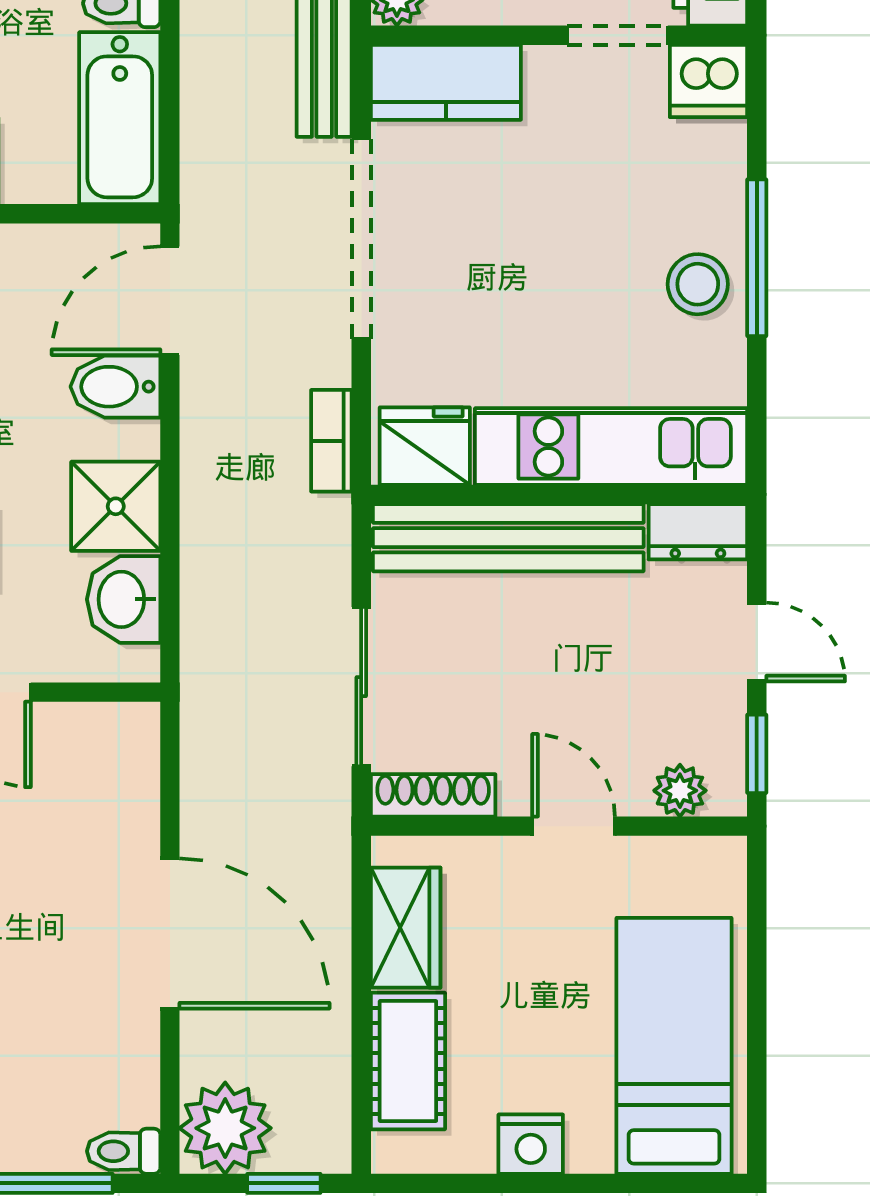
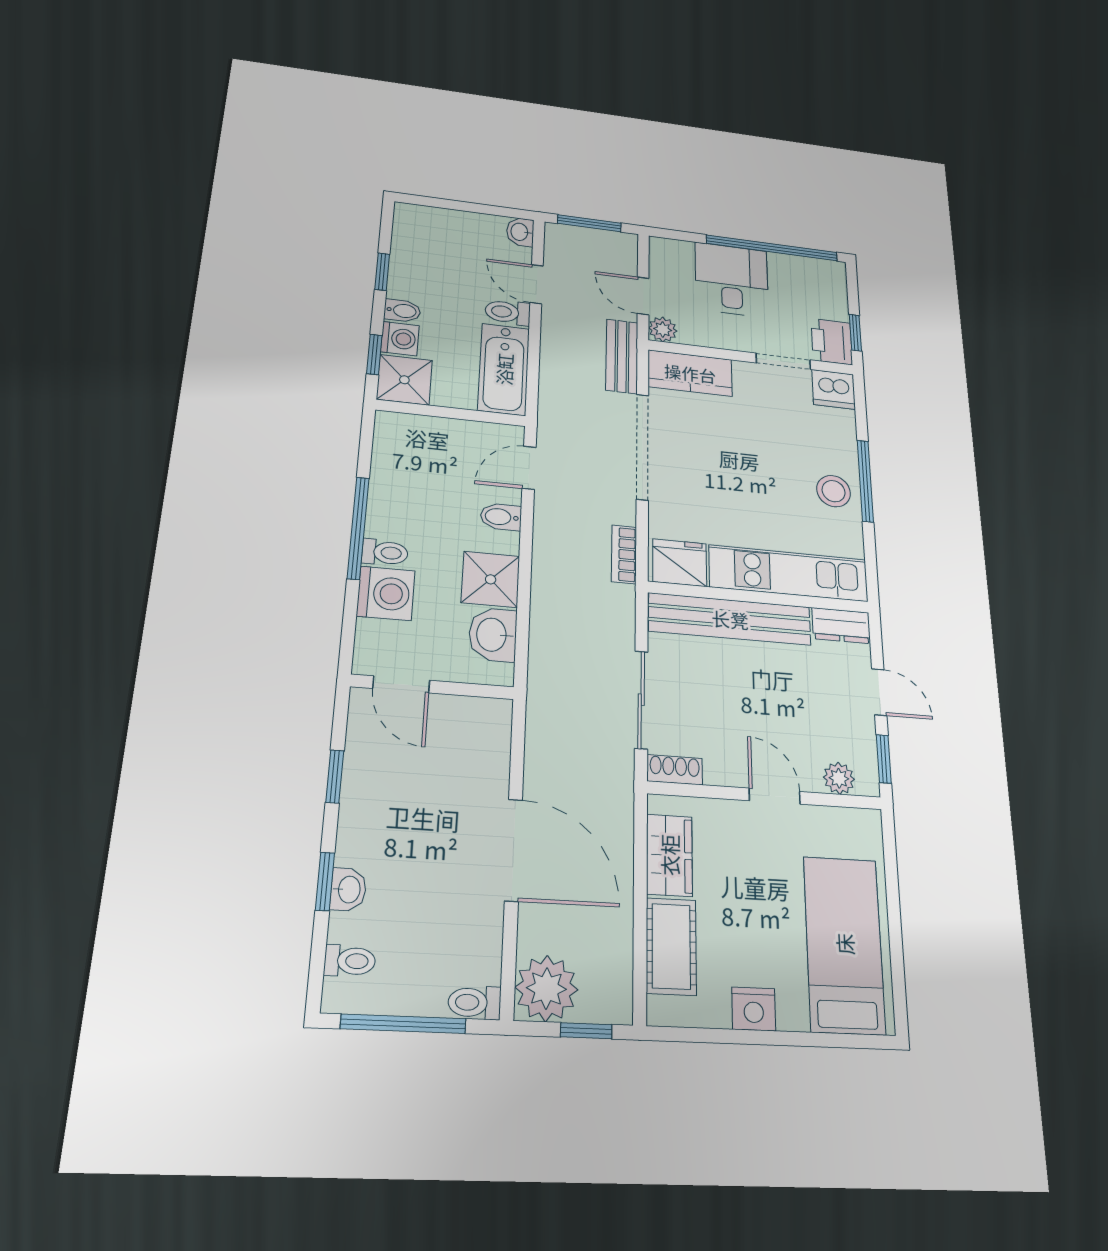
door: (170, 301) -> (529, 468), width x0.73
bidet: (115, 387) -> (501, 517), width x0.72, depth x0.74
shoe rack: (433, 795) -> (675, 770), width x0.70

